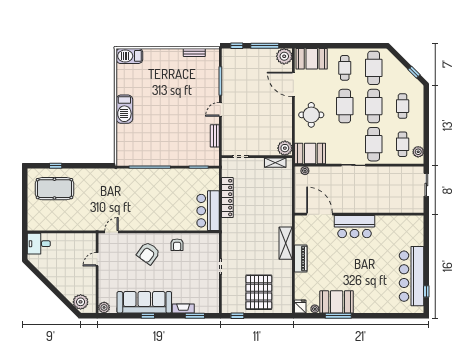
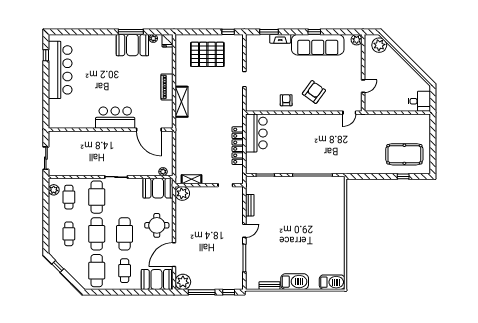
door: (293, 84) -> (174, 255), swing flipped
barbecue: (124, 109) -> (295, 282), moved, turned 90
pallet: (259, 292) -> (207, 54), turned 90

